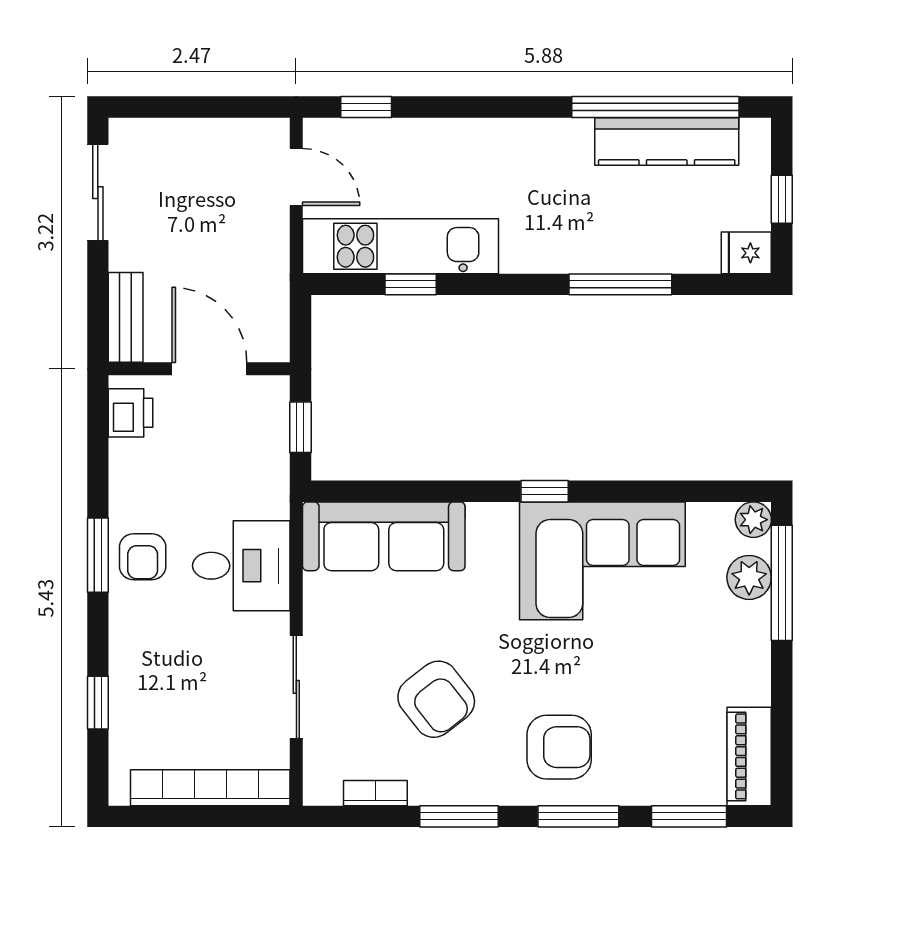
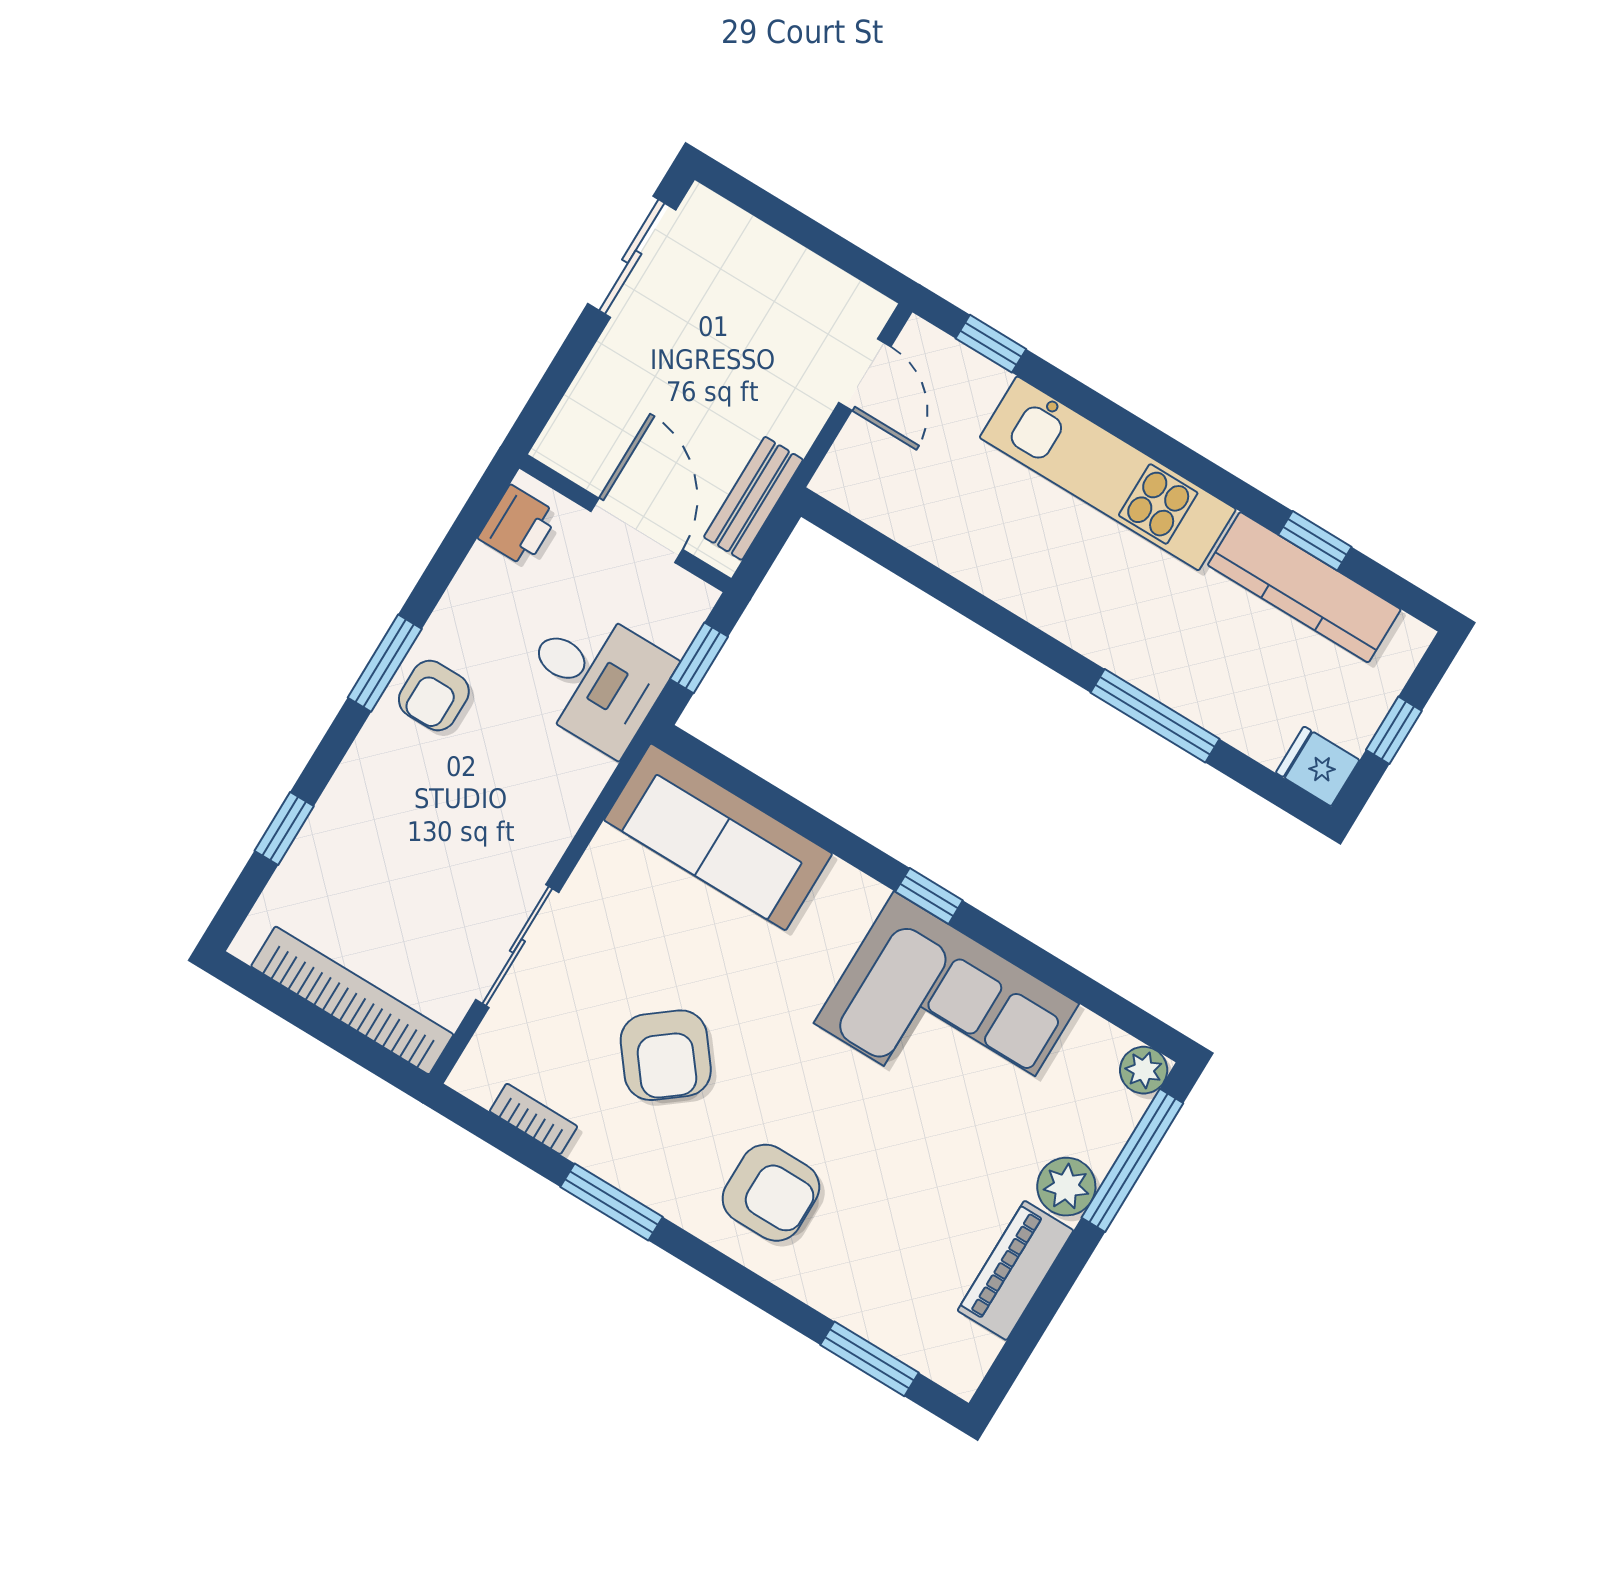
window: (655, 107) -> (1315, 541), width x0.32
kitchen unit: (400, 246) -> (1108, 473), moved, turned 180
window: (411, 284) -> (920, 573), removed
bench: (126, 317) -> (753, 498), moved
desk: (241, 566) -> (595, 679), moved
plant: (749, 577) -> (1066, 1187), moved
piano: (749, 756) -> (1015, 1270), moved
window: (578, 816) -> (745, 1283), removed

